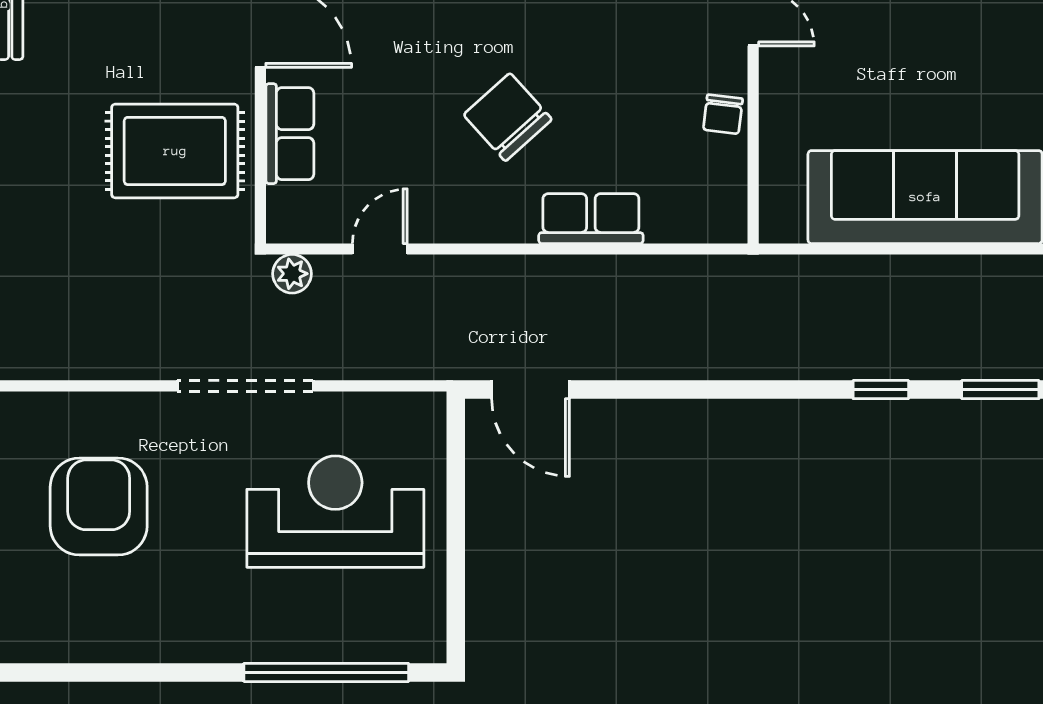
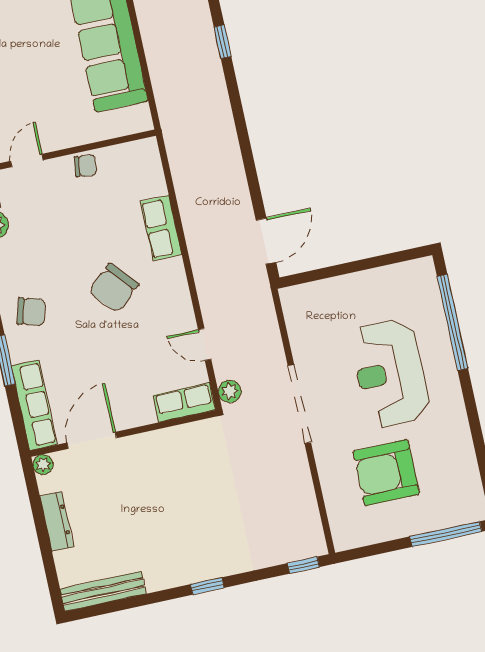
row of seats: (290, 134) -> (184, 403), moved
rug: (175, 151) -> (174, 473), removed
reception desk: (335, 512) -> (390, 373), moved

